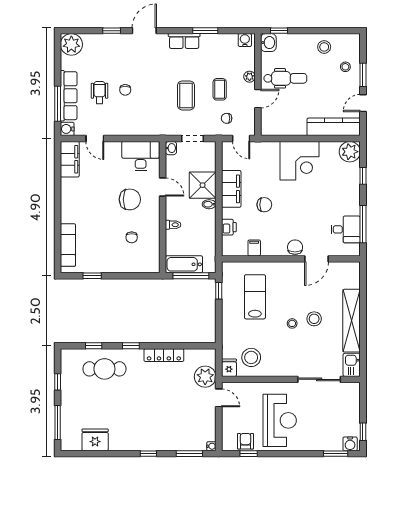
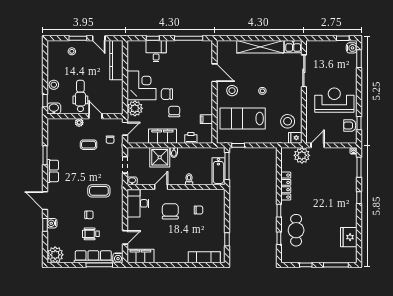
water cooler: (245, 40) -> (52, 223), moved
stool: (324, 47) -> (54, 85), moved
coffee table: (186, 95) -> (99, 191), moved
plant: (350, 152) -> (135, 108), moved
desk: (346, 229) -> (156, 51), moved
chair: (295, 247) -> (167, 94), moved
lab bench: (255, 297) -> (243, 118), width x1.36, depth x1.39
stool: (314, 319) -> (232, 91), moved

